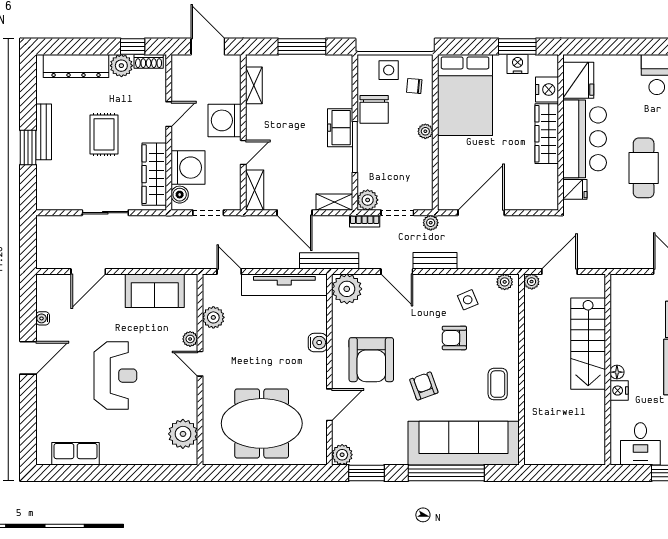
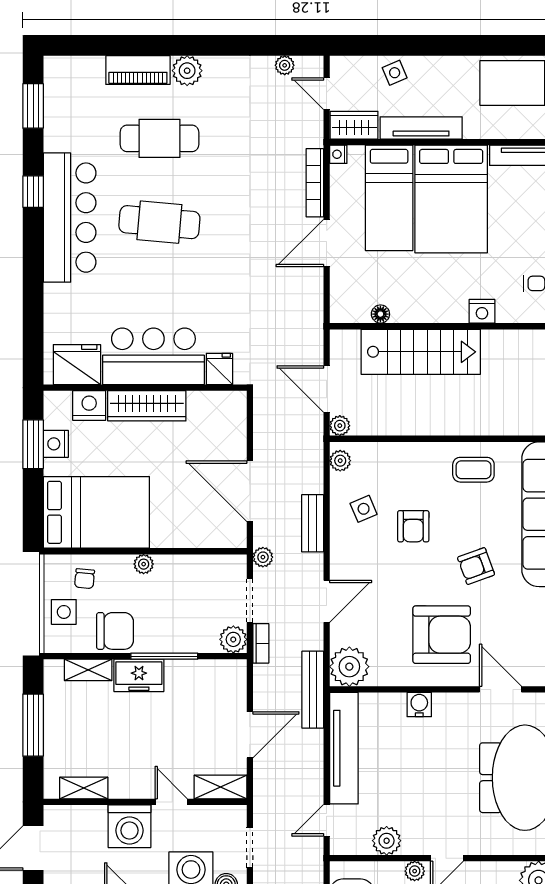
cafe table: (644, 168) -> (192, 279), removed
shelving: (334, 202) -> (88, 670), moved, turned 90
bench: (435, 261) -> (313, 523), moved
floor lamp: (617, 372) -> (380, 314), moved

